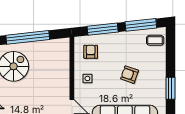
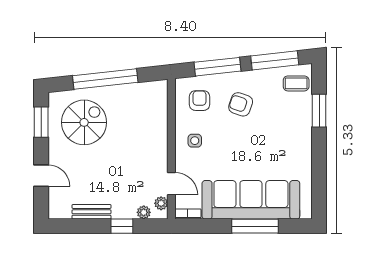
armchair: (130, 75) -> (241, 104), moved
window: (170, 88) -> (319, 111), moved

